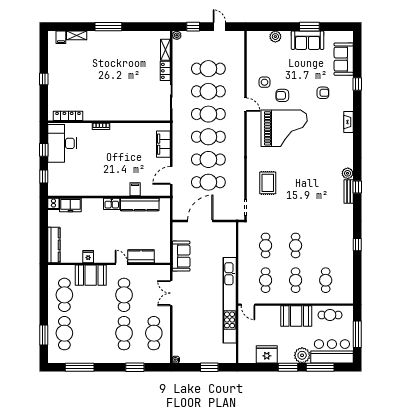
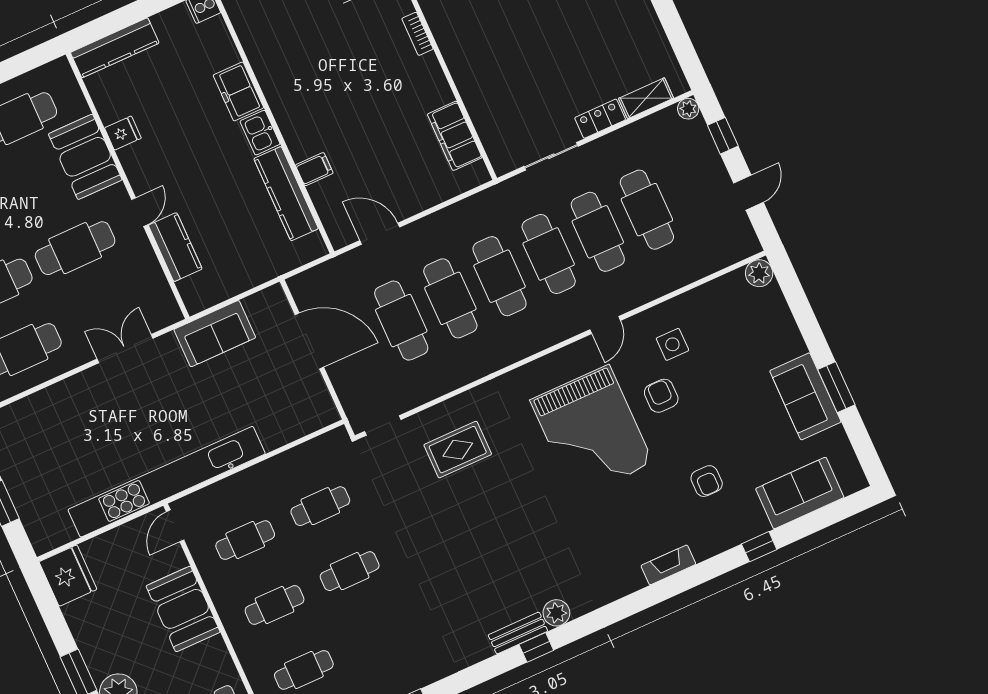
plant: (275, 37) -> (759, 273), moved
filing cabinet: (163, 144) -> (455, 136), moved, turned -90
freezer: (70, 205) -> (238, 91), moved
booth: (296, 316) -> (183, 609), moved
fridge: (267, 354) -> (68, 576), moved

